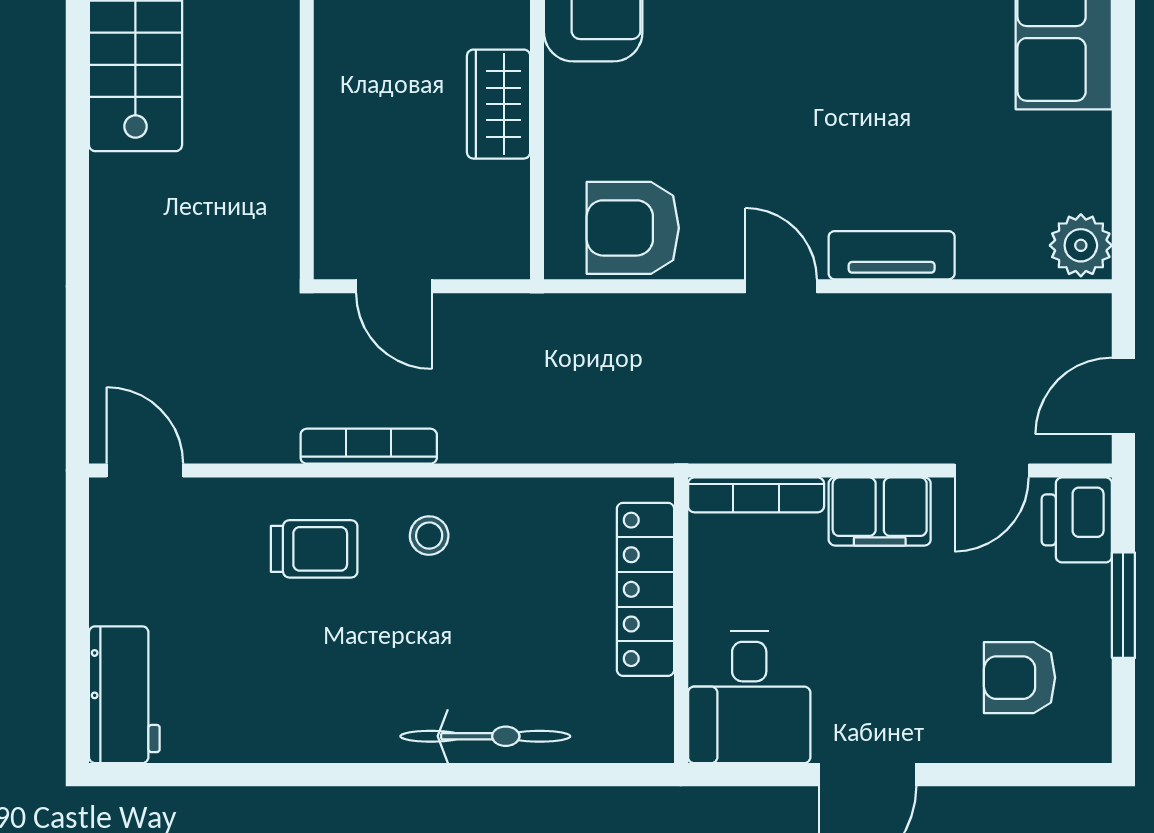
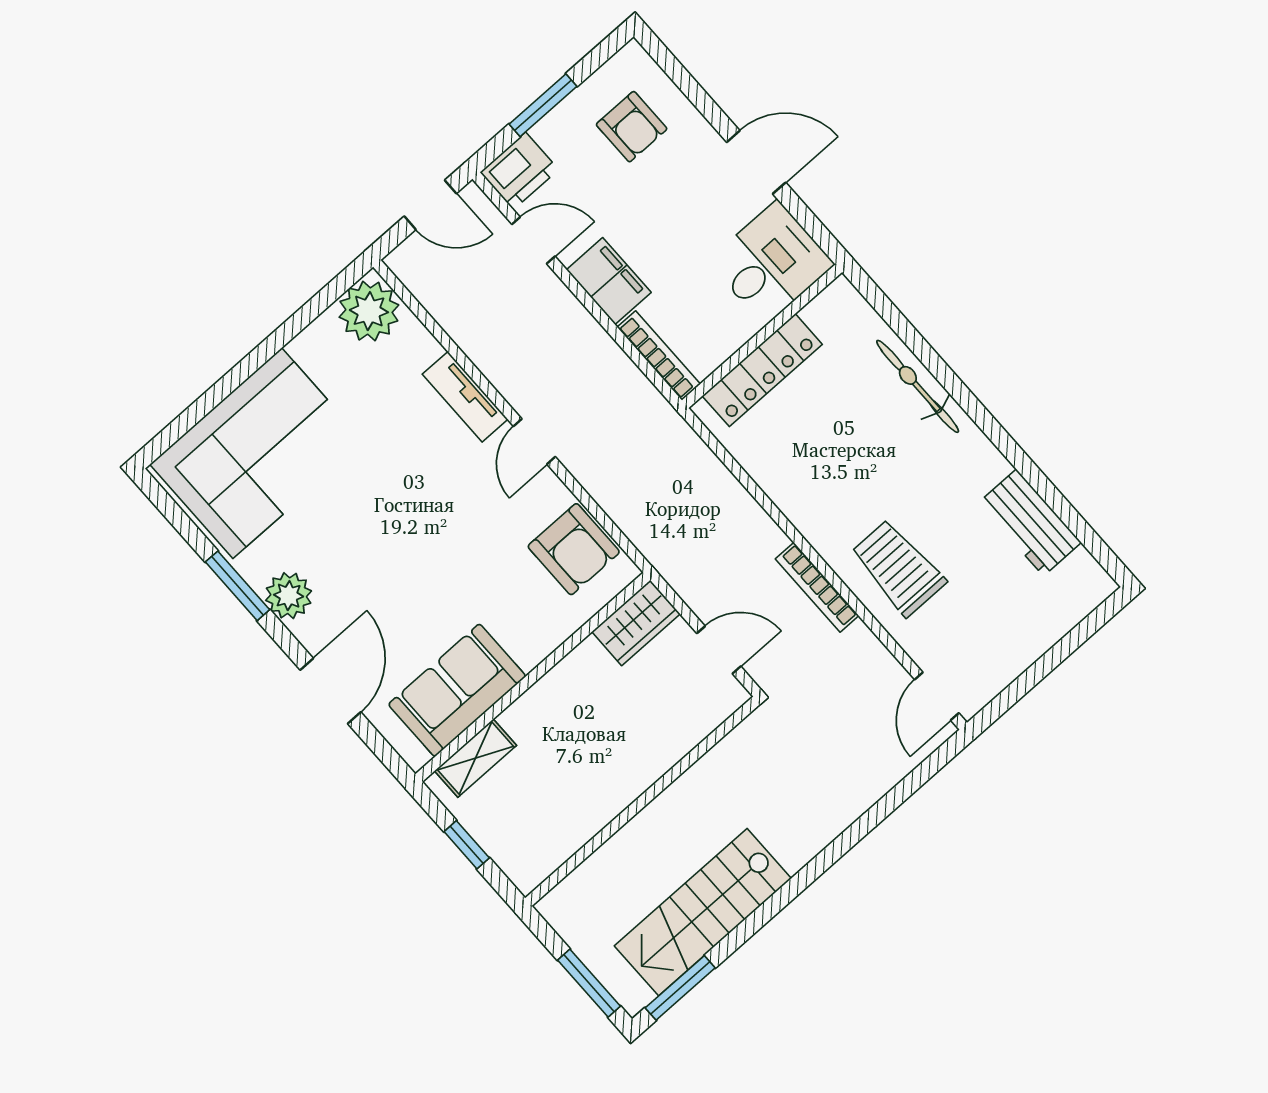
wardrobe: (499, 104) -> (636, 623), moved
plant: (1081, 245) -> (369, 311), width x1.36, depth x1.36
door: (394, 286) -> (719, 650), hinge flipped
stool: (429, 536) -> (836, 512), removed
trolley: (314, 549) -> (898, 568), width x1.36, depth x1.39
workbench: (124, 695) -> (1030, 522), moved, turned -90

